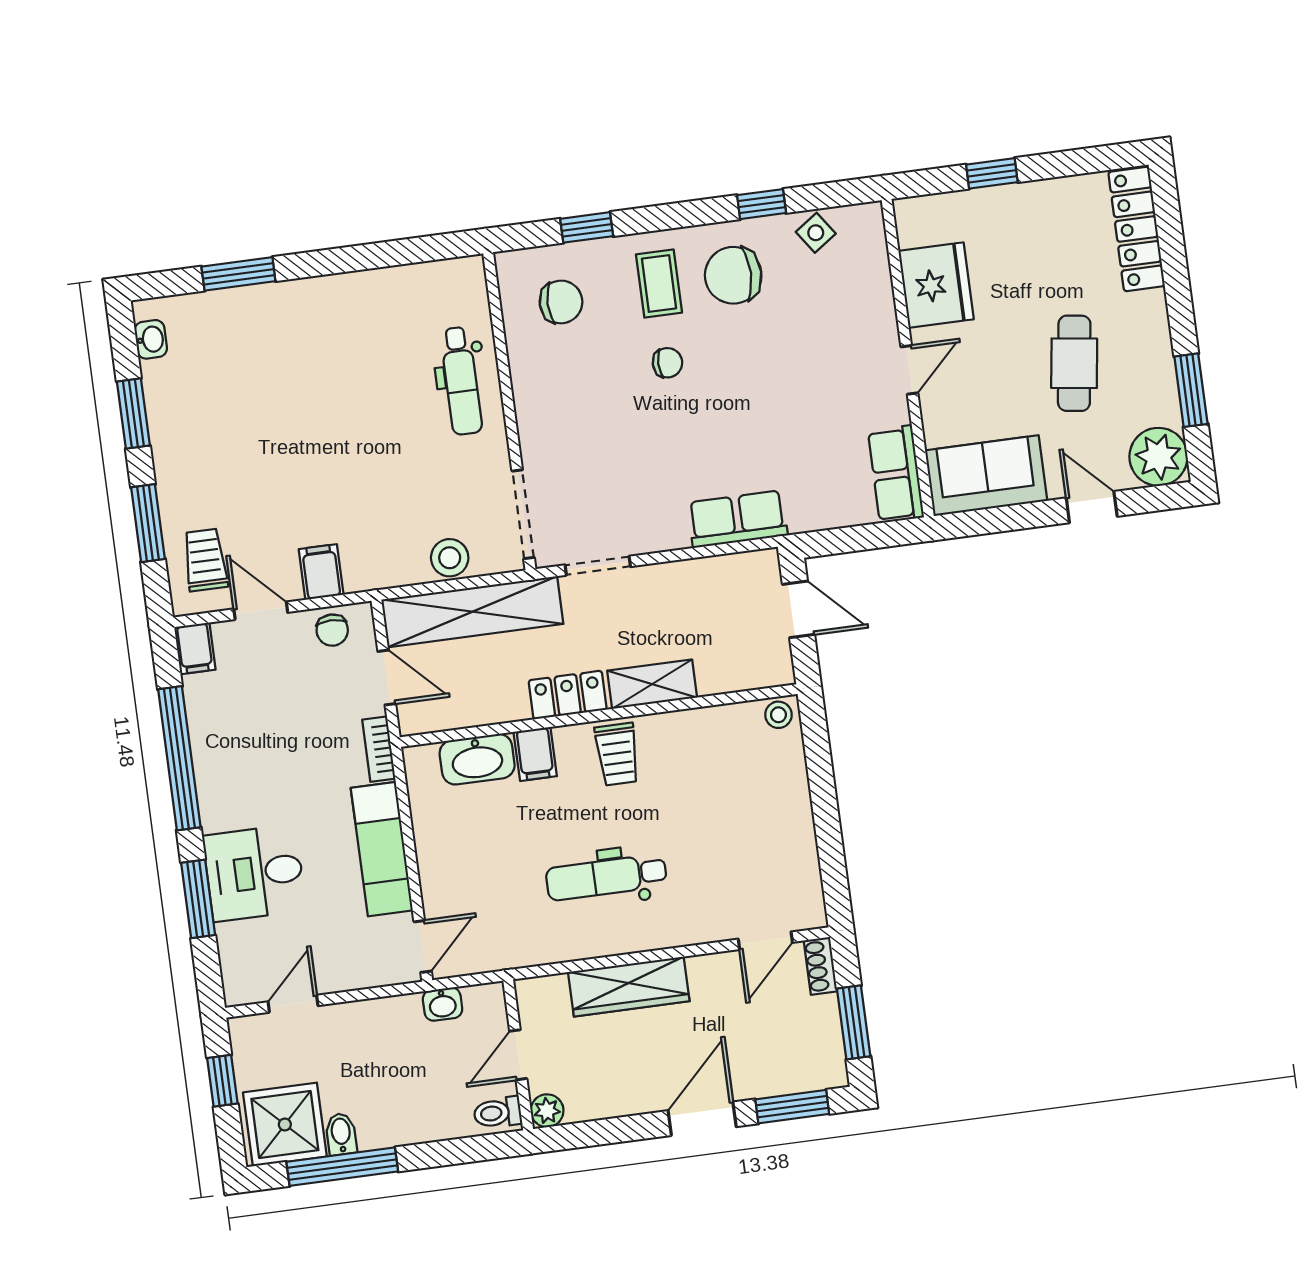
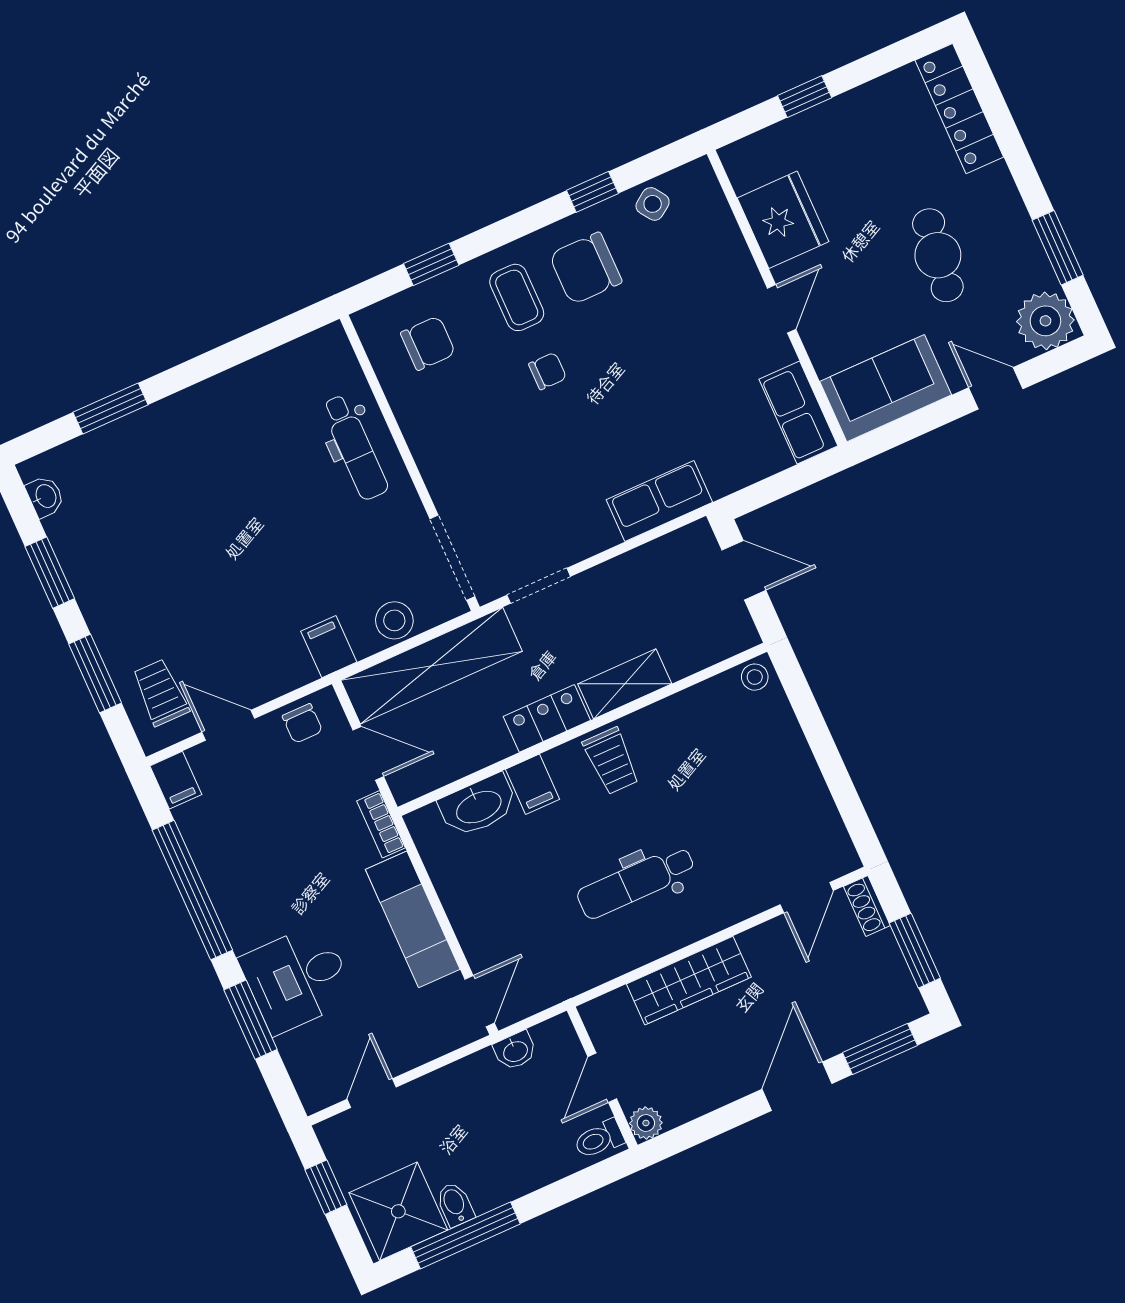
filing cabinet: (321, 572) -> (329, 647), moved

